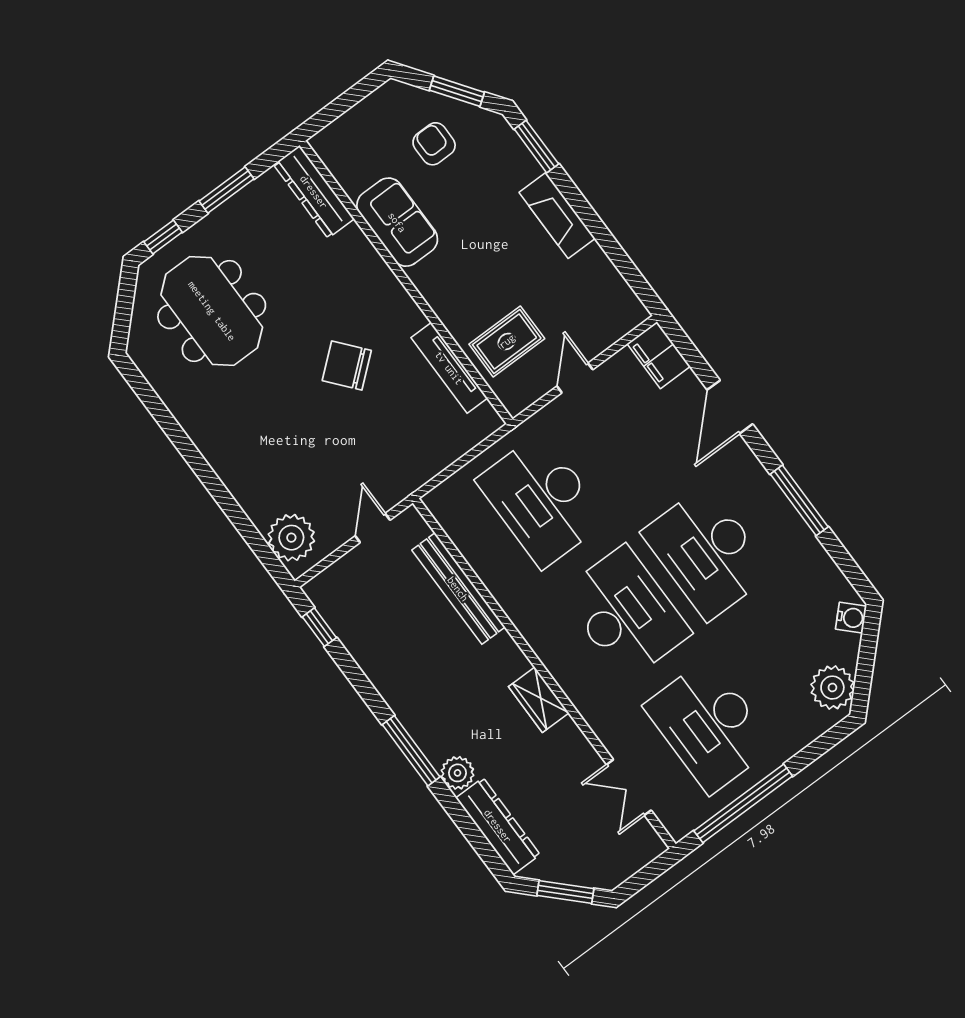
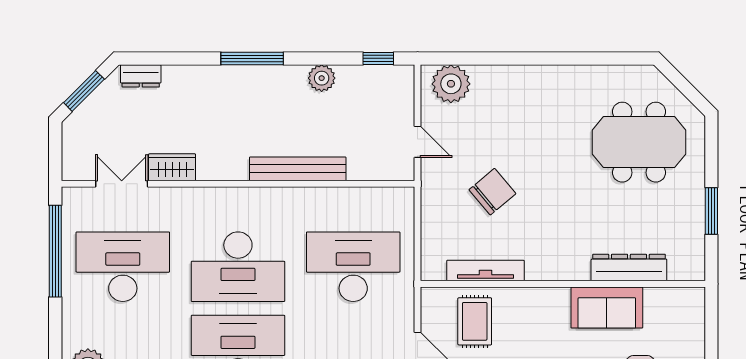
dresser: (314, 192) -> (629, 268), moved
window: (163, 237) -> (711, 146), removed
chair: (347, 366) -> (492, 192), moved
bench: (458, 589) -> (298, 169), moved
wardrobe: (539, 700) -> (172, 167), moved
plant: (457, 773) -> (322, 78), moved
dresser: (498, 826) -> (141, 76), width x0.51, depth x0.80

